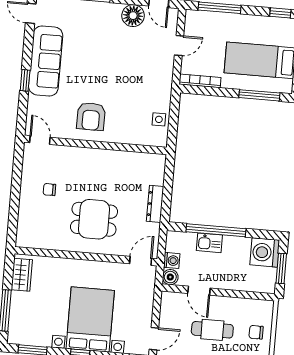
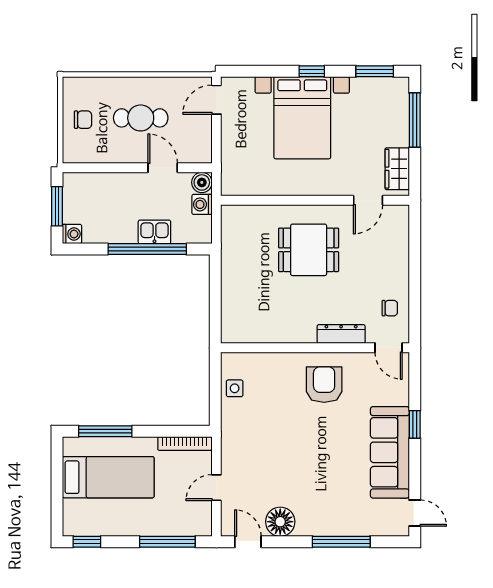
chair: (49, 190) -> (390, 308), moved
dresser: (155, 204) -> (341, 334), moved, turned -90
washing machine: (265, 252) -> (72, 234), width x0.53, depth x0.53
door: (141, 261) -> (368, 200), moved

